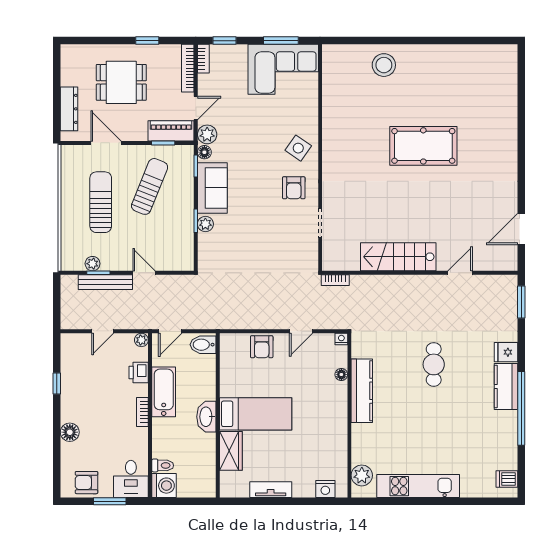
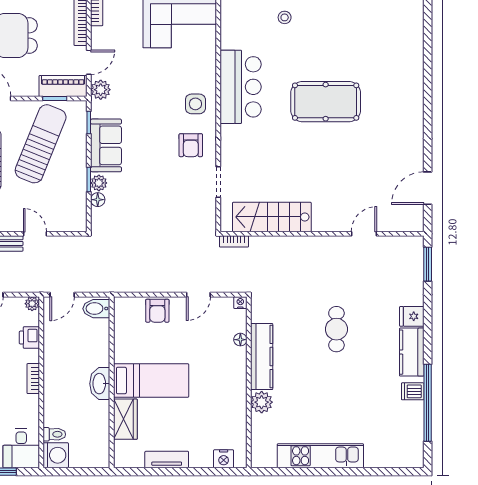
stool: (384, 65) -> (285, 17), width x0.53, depth x0.53
bar counter: (342, 132) -> (241, 87), added
side table: (298, 148) -> (195, 104), turned -35
floor lamp: (204, 152) -> (98, 200), moved
sun lounger: (150, 186) -> (41, 144), width x1.36, depth x1.34
stairs: (398, 257) -> (272, 217), moved
bathtub: (164, 392) -> (55, 358), removed
window: (521, 408) -> (428, 403), moved
plant: (362, 475) -> (262, 402), moved
dishwasher: (507, 479) -> (413, 391), moved

